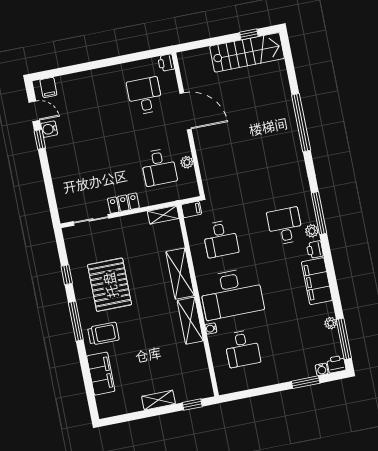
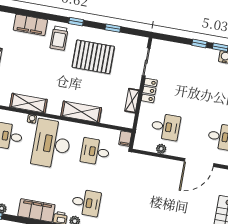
window: (45, 166) -> (199, 43), added
desk: (159, 167) -> (166, 127), turned 180
shelving: (163, 215) -> (132, 101), moved
window: (76, 321) -> (76, 22), width x0.46
shelving: (190, 321) -> (28, 103), moved

